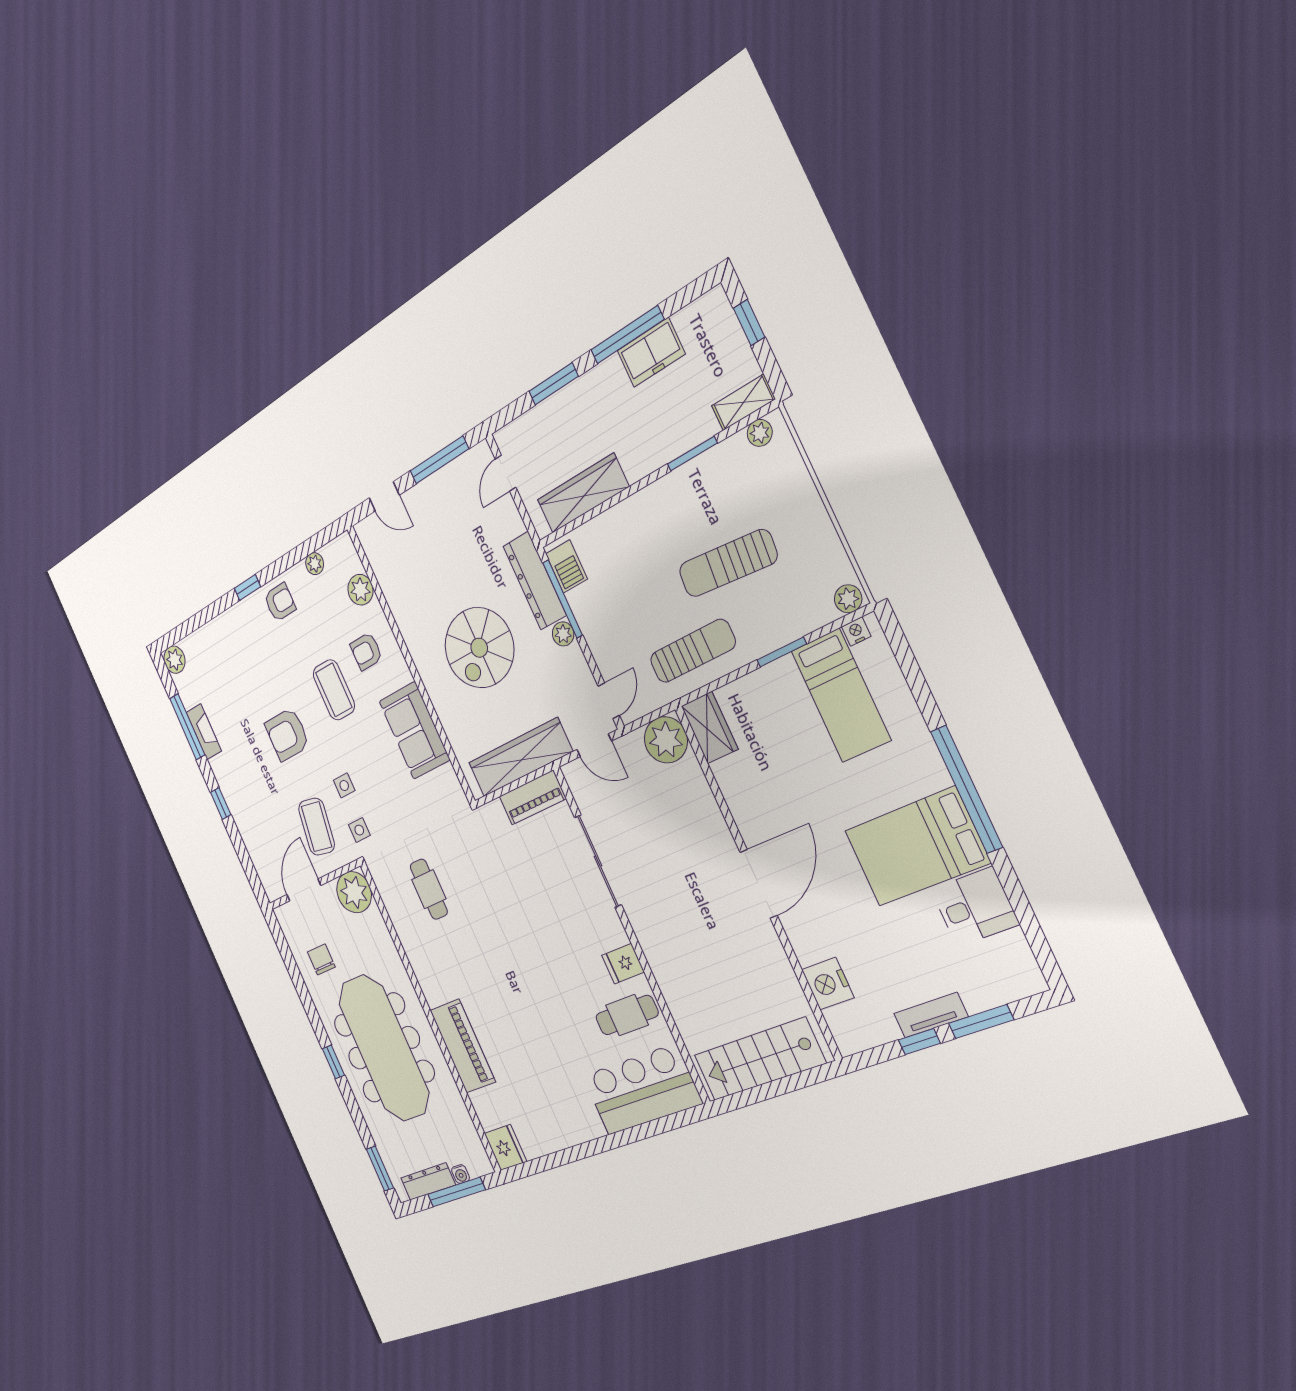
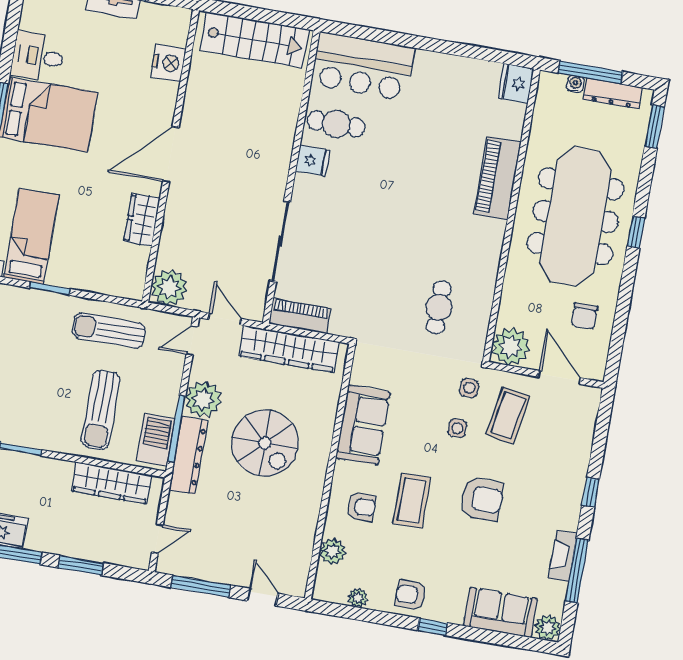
sun lounger: (728, 563) -> (101, 410), moved, turned 85
barbecue: (567, 566) -> (156, 440), width x1.38, depth x1.27
plant: (563, 634) -> (203, 399), width x1.87, depth x1.87
sofa: (212, 644) -> (500, 612), added
spiral stairs: (479, 648) -> (265, 443), turned 90
wardrobe: (710, 728) -> (142, 220), moved
door: (304, 890) -> (559, 377), swing flipped

